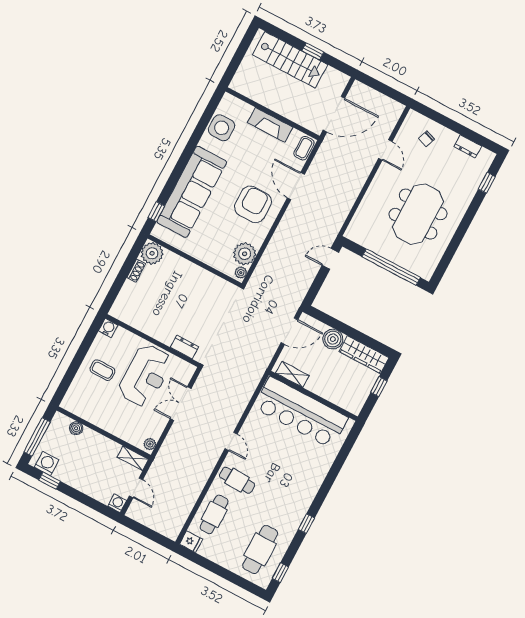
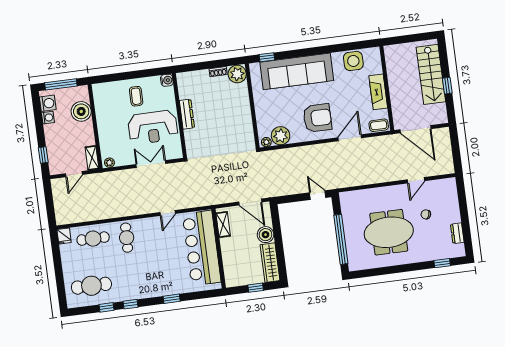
chair: (426, 139) -> (426, 214), moved
dresser: (185, 347) -> (187, 114), moved, width x1.44
boiler: (76, 428) -> (81, 111), width x1.86, depth x1.86
door: (231, 441) -> (168, 213), moved
window: (330, 478) -> (172, 299), added
window: (50, 481) -> (43, 155), moved
washing machine: (117, 503) -> (48, 118), moved
window: (280, 573) -> (106, 307), moved

